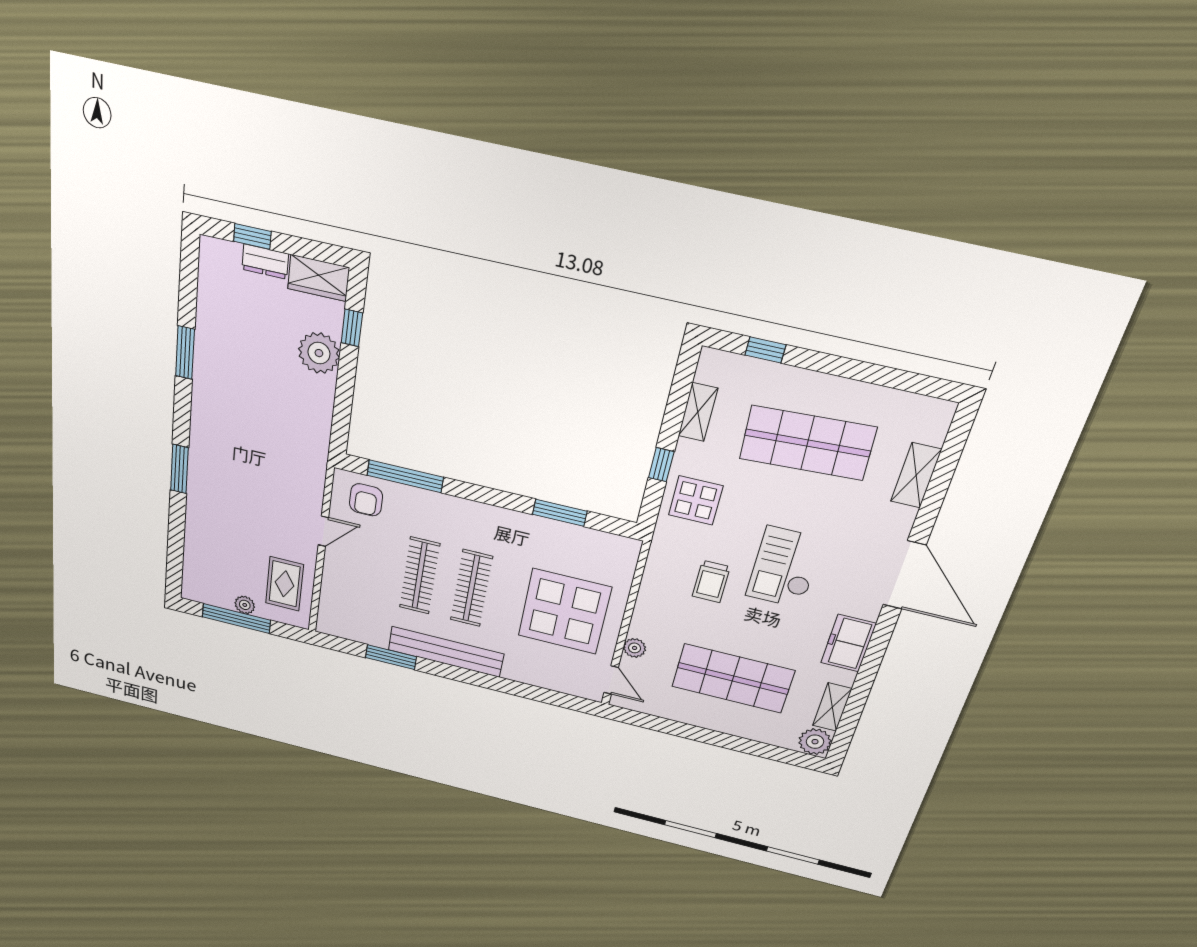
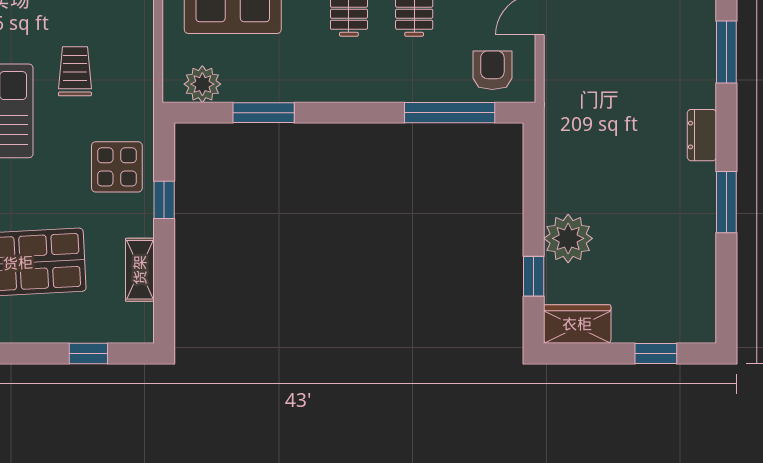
dresser: (265, 262) -> (702, 135), moved, turned -90
plant: (606, 546) -> (202, 84), added

